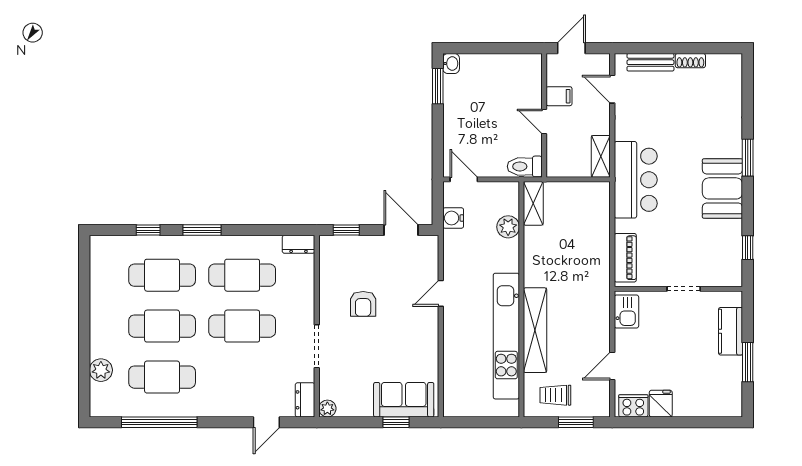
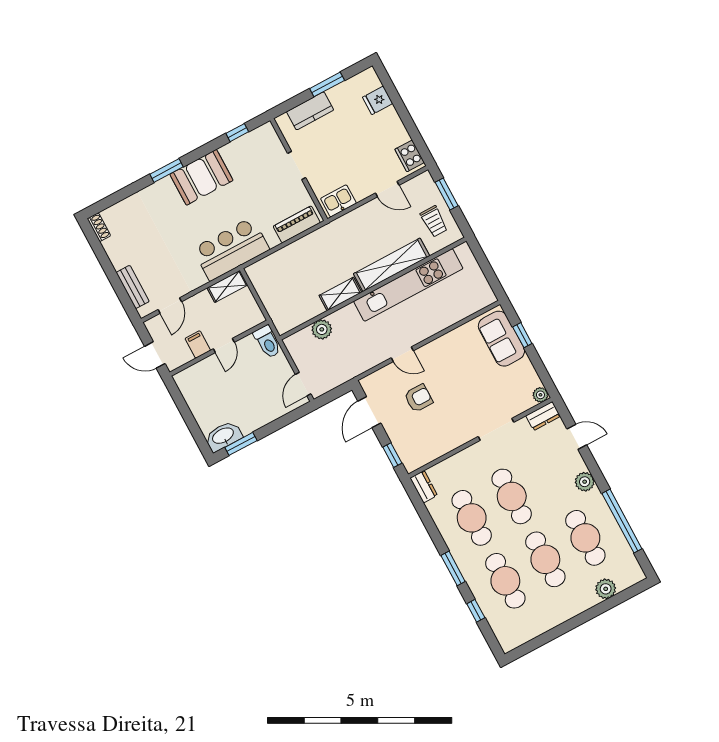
shoe rack: (690, 61) -> (99, 227), moved
washbasin: (451, 63) -> (223, 436), width x1.91, depth x1.45
shelving: (533, 203) -> (340, 294), moved
water cooler: (453, 218) -> (338, 376), removed
armchair: (363, 304) -> (418, 398), moved
fridge: (661, 404) -> (378, 100), moved
plant: (218, 406) -> (585, 482), added

